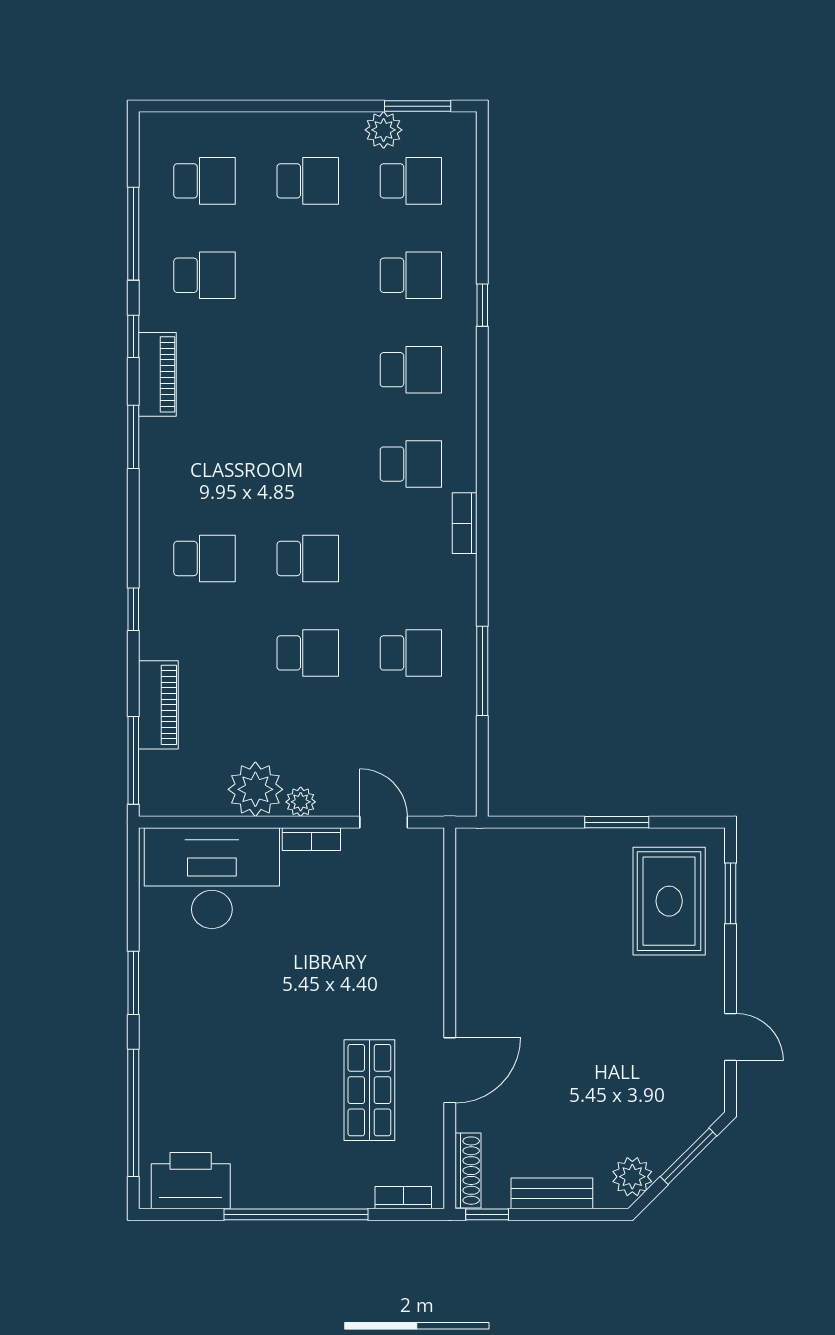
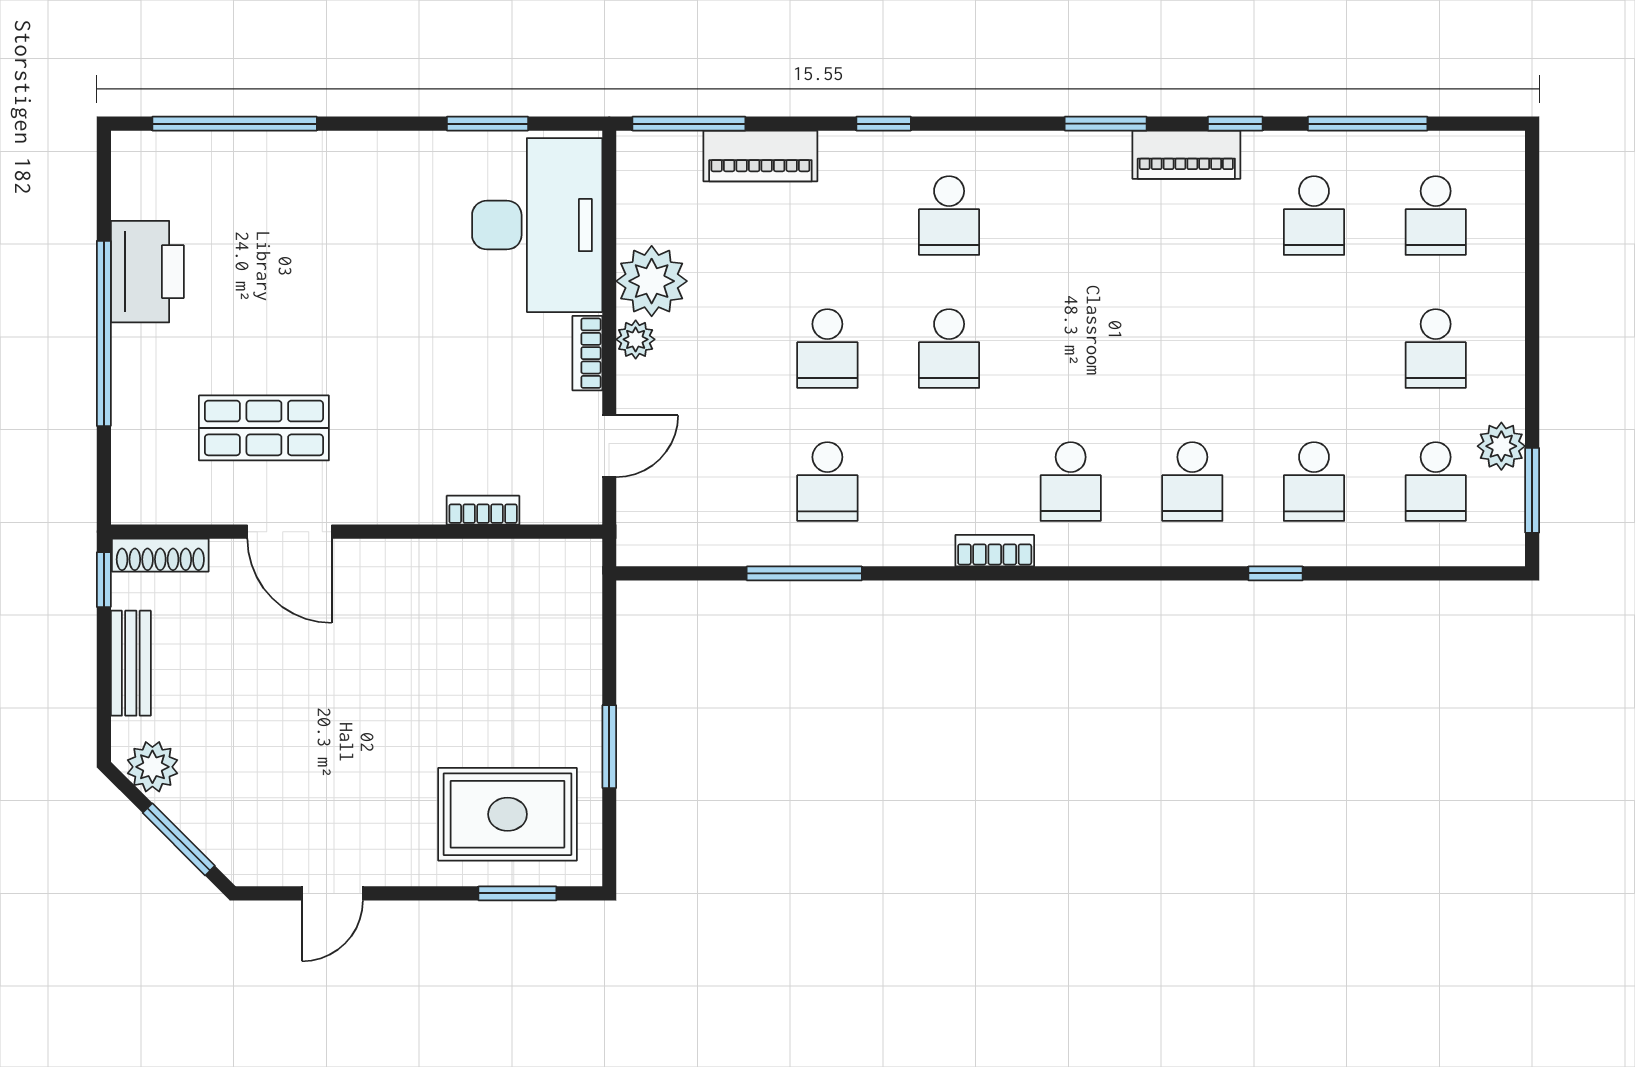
window: (133, 983) -> (487, 124), moved
printer: (191, 1181) -> (147, 272), moved
bookcase: (403, 1198) -> (483, 510), moved, turned -90

